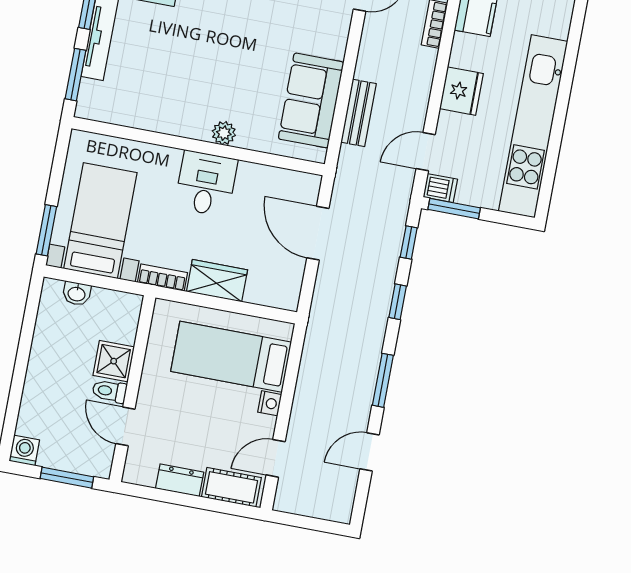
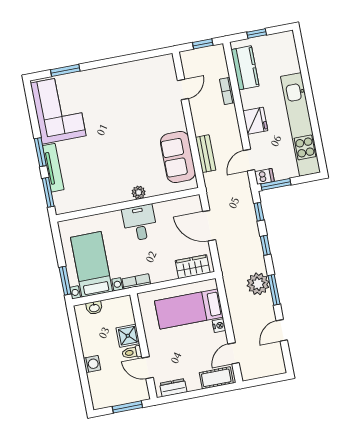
wardrobe: (217, 281) -> (193, 267), moved
plant: (361, 360) -> (258, 284), added
washing machine: (24, 450) -> (92, 364), moved, turned 90
dresser: (180, 480) -> (173, 388), moved

